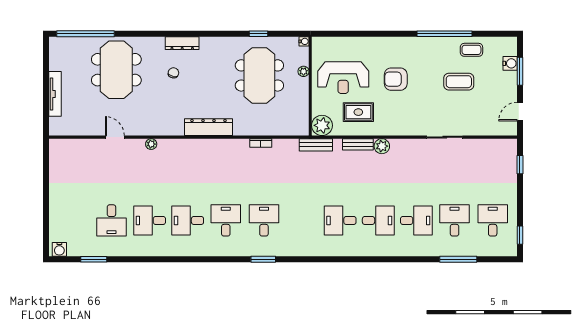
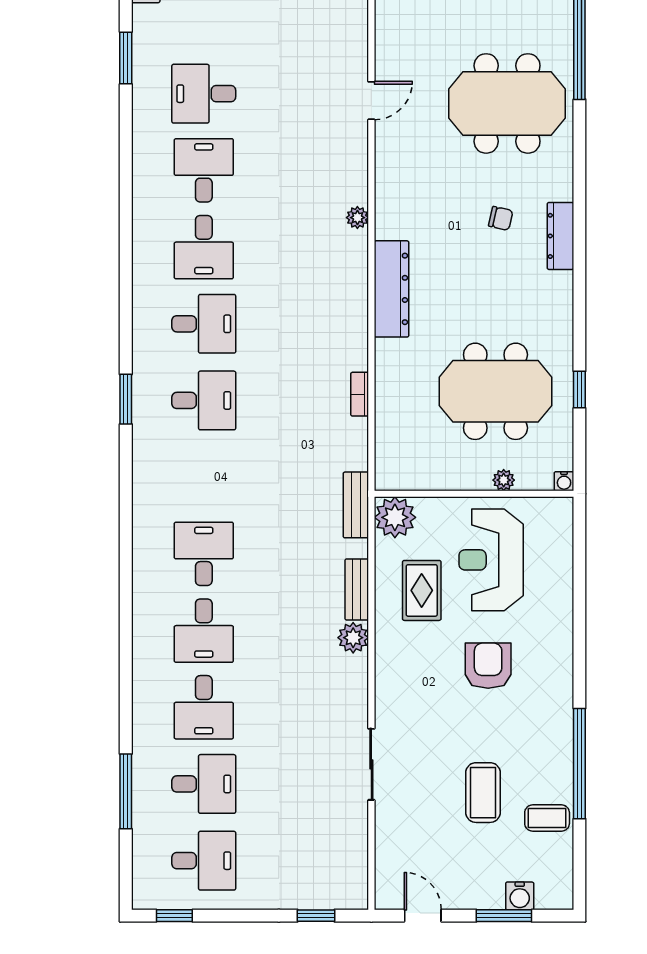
coffee table: (471, 50) -> (547, 818), turned 90
plant: (151, 144) -> (357, 218), moved
desk: (188, 220) -> (204, 247), turned 180

